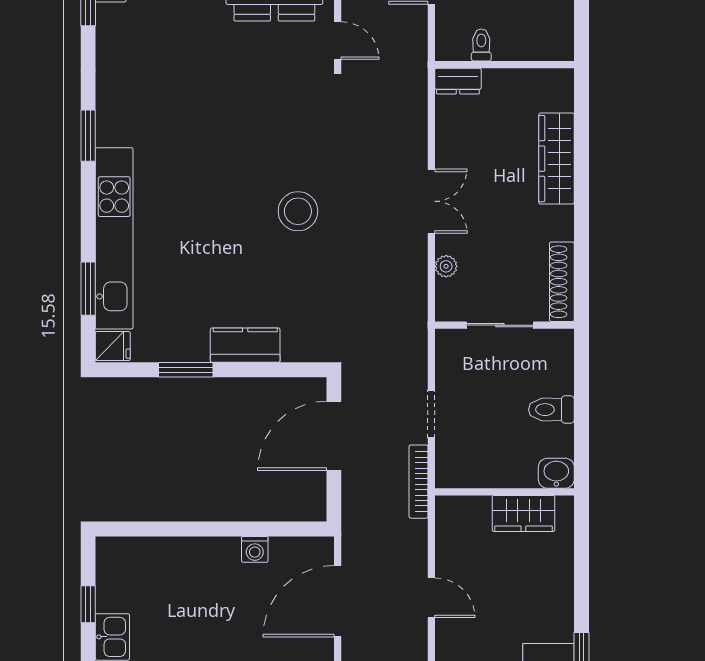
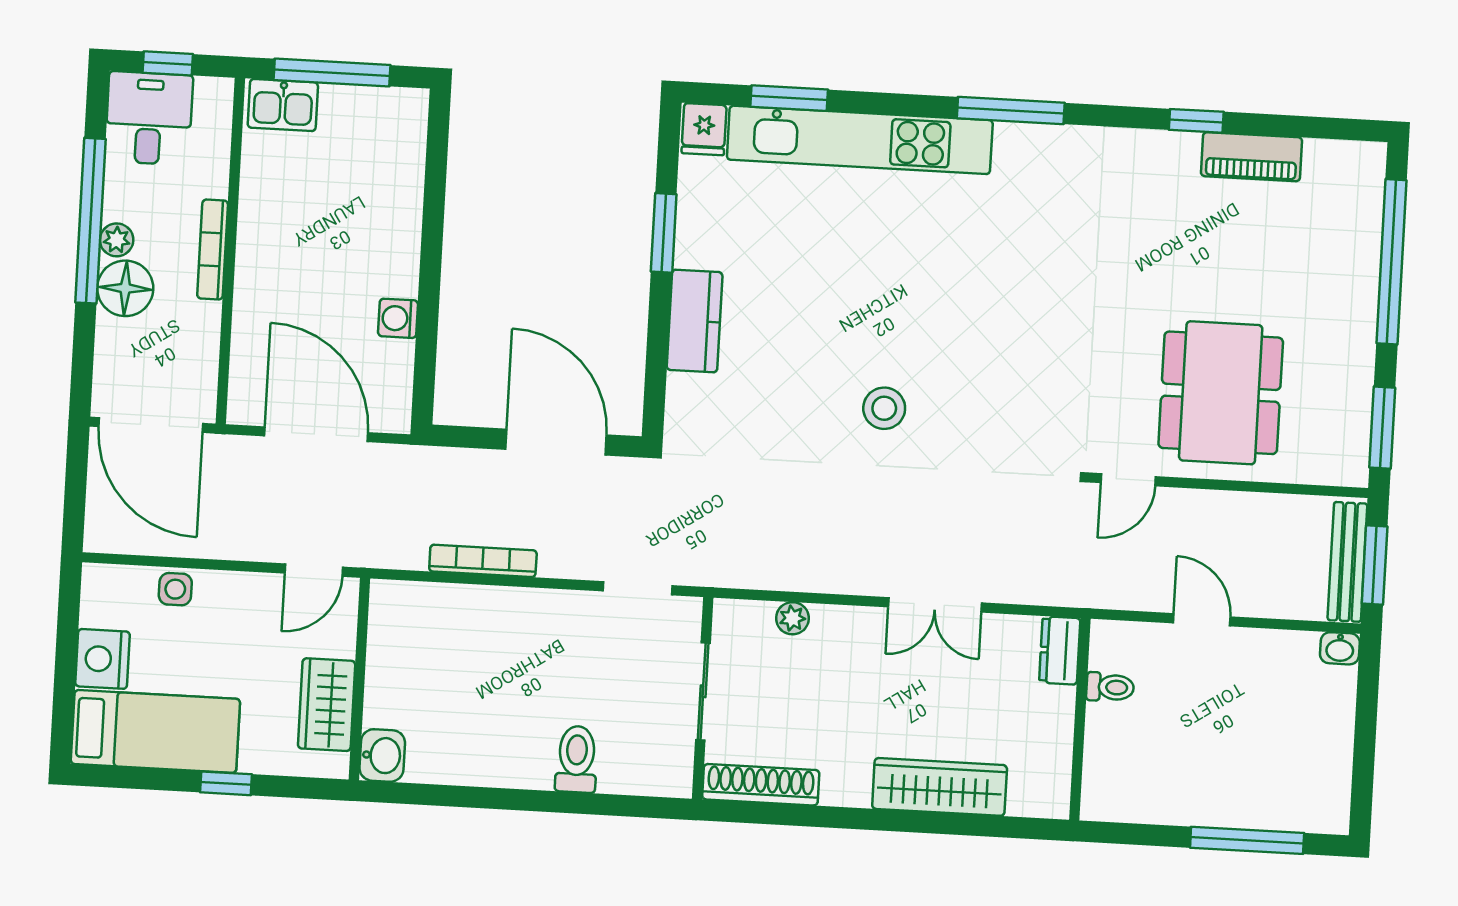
window: (88, 136) -> (1011, 110), width x1.44
double door: (431, 201) -> (935, 605), moved
stool: (298, 211) -> (884, 408), width x0.73, depth x0.73
doorway: (431, 414) -> (638, 588), moved
washbasin: (556, 473) -> (382, 755), moved
wall: (505, 492) -> (359, 679), moved
wardrobe: (523, 513) -> (327, 705), moved
window: (88, 604) -> (332, 73), width x2.17

